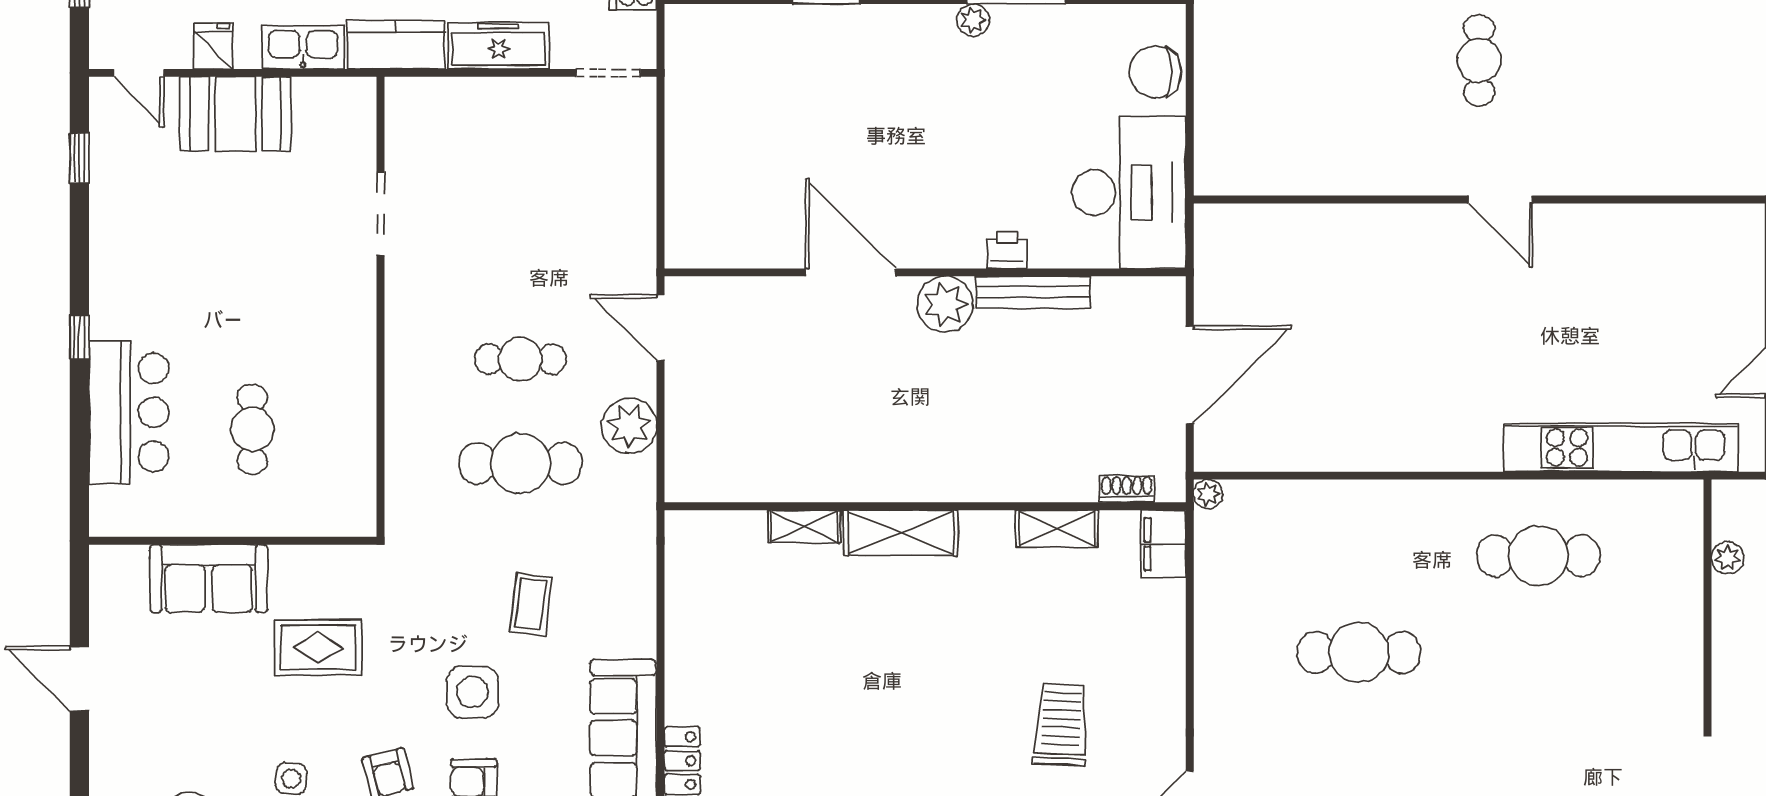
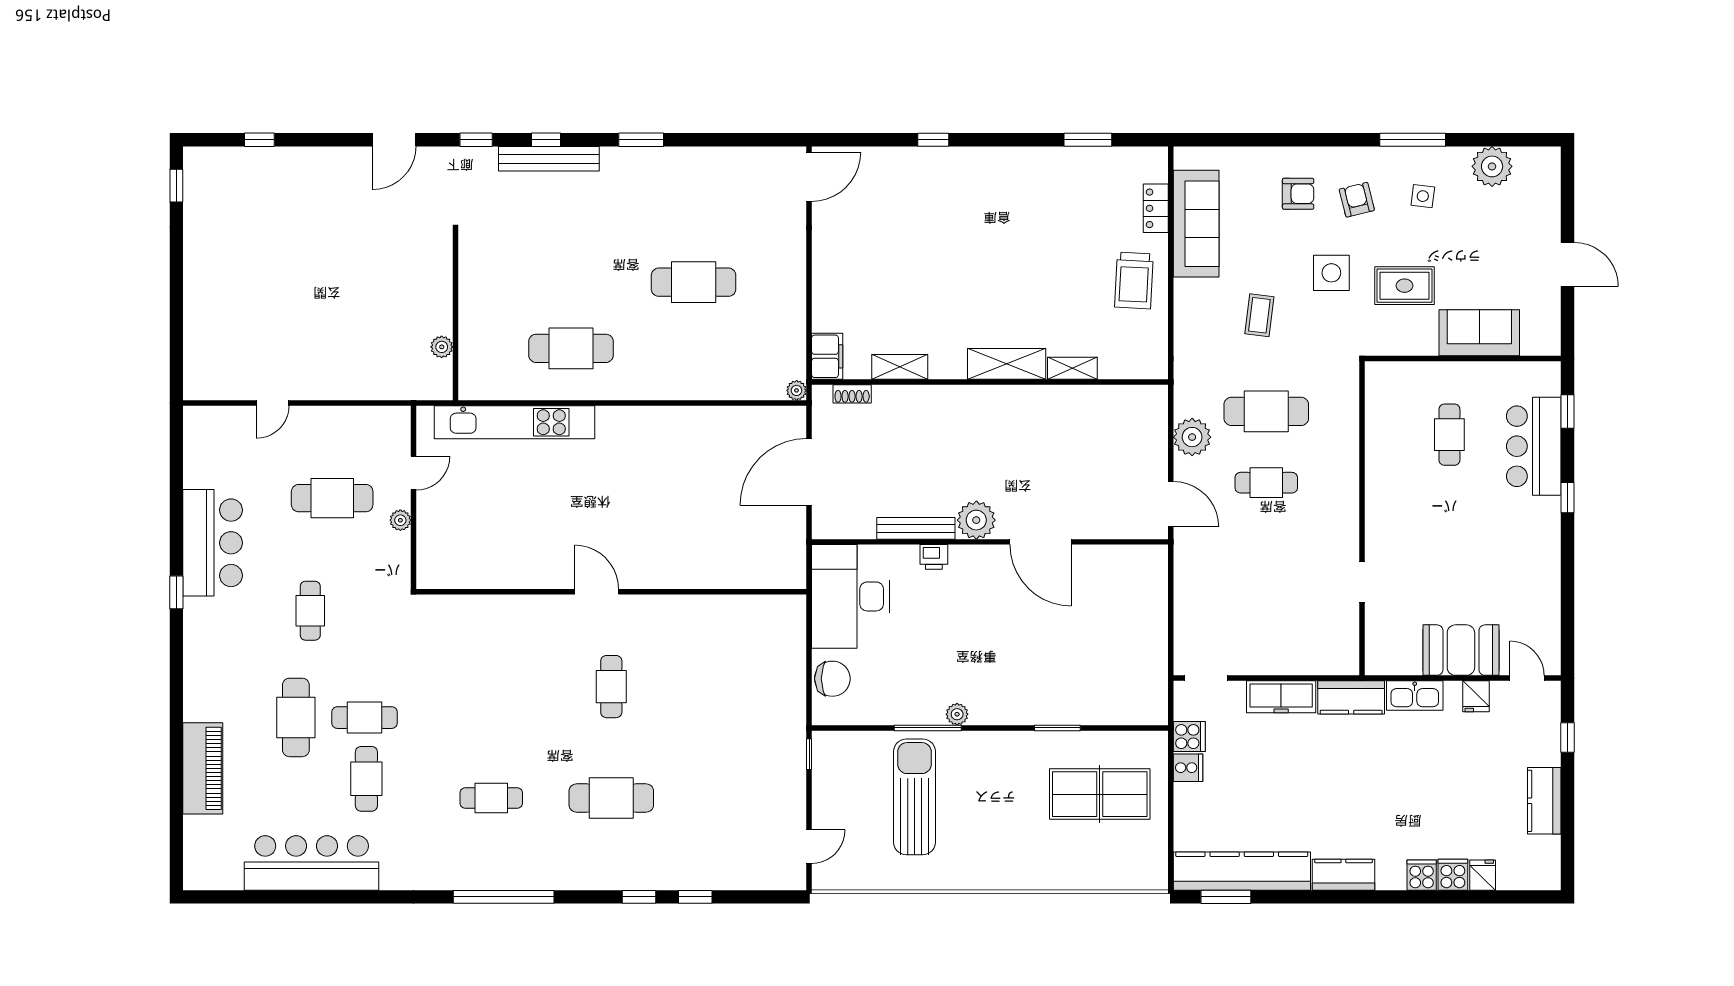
window: (79, 158) -> (1568, 412), moved
doorway: (380, 214) -> (1362, 582), width x0.73
side table: (472, 692) -> (1331, 273), moved
trolley: (1061, 725) -> (1134, 281), moved

